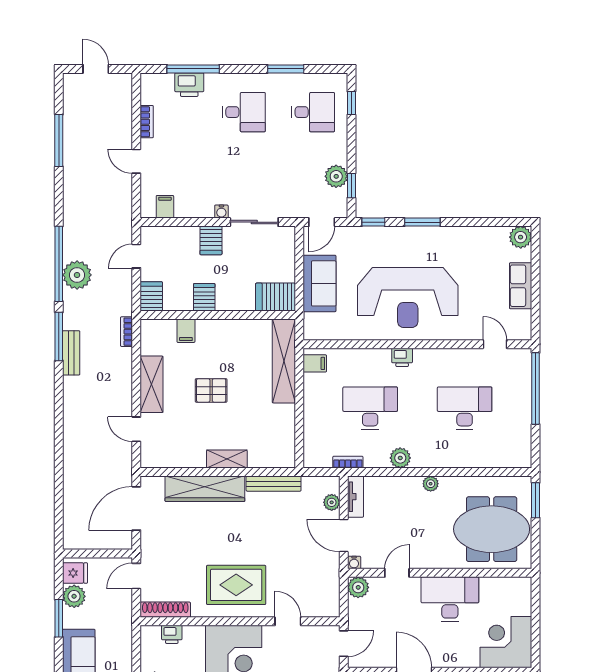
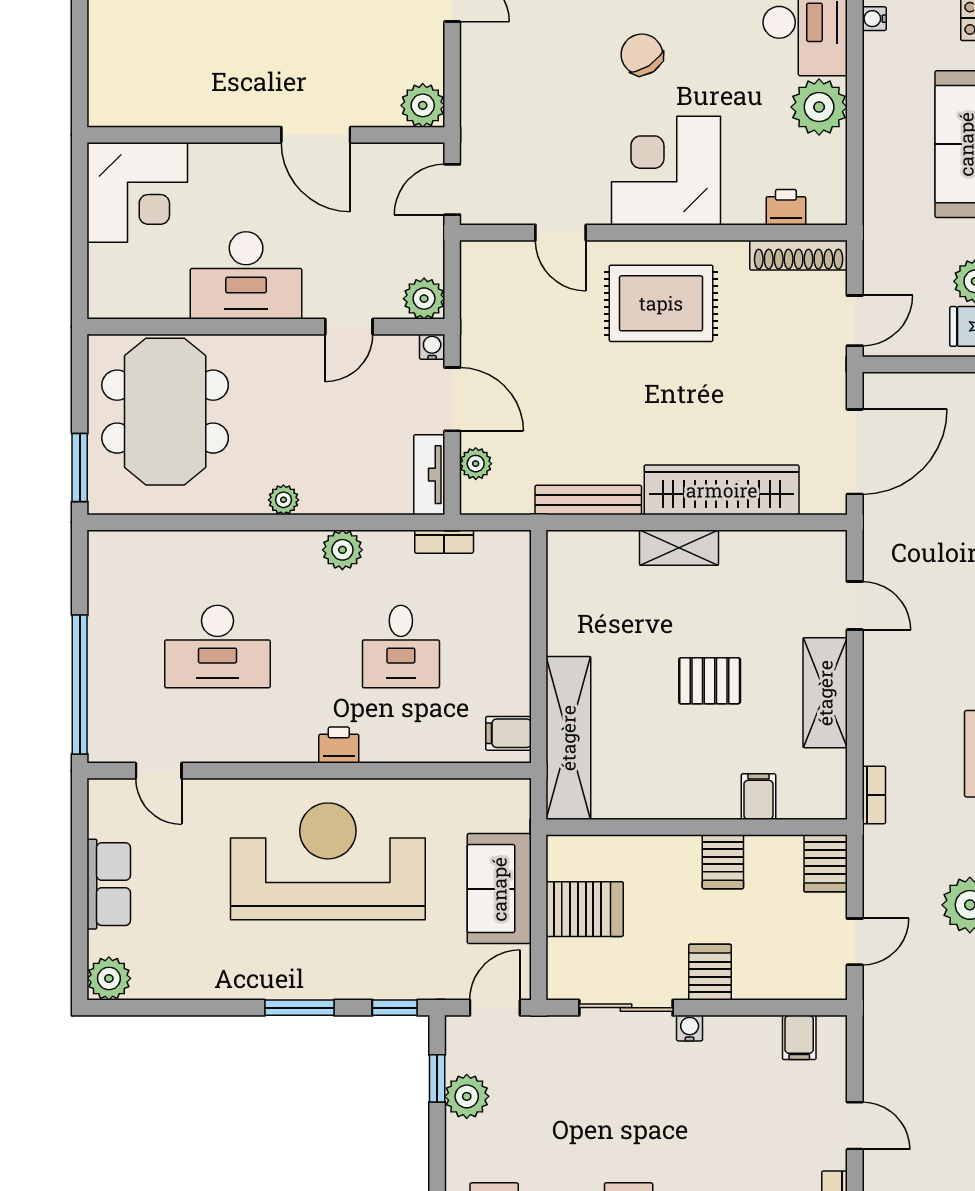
server rack: (275, 297) -> (585, 909), moved
desk: (370, 408) -> (401, 646), width x0.73
meeting table: (492, 529) -> (165, 412), turned 90

